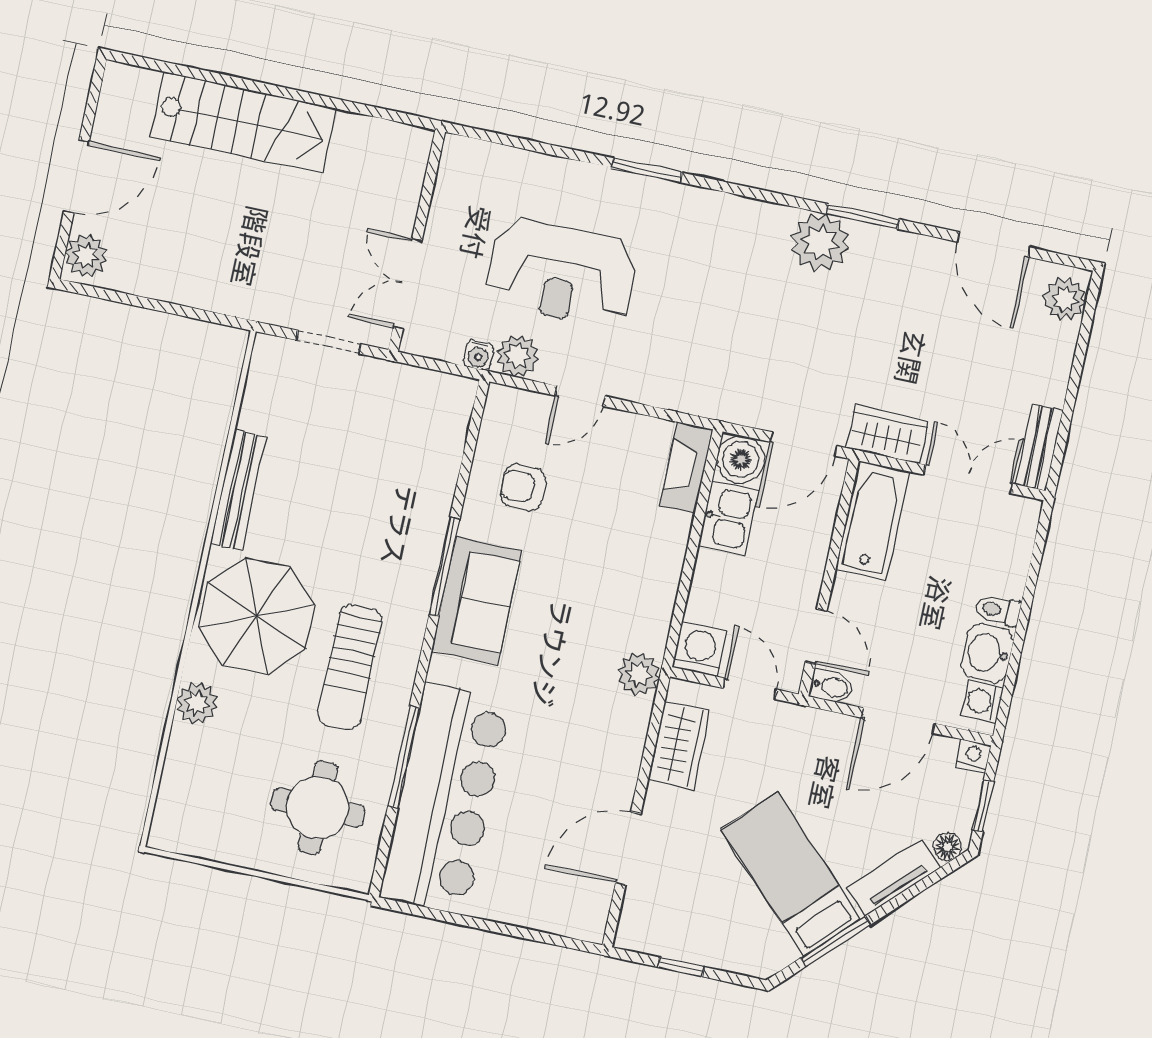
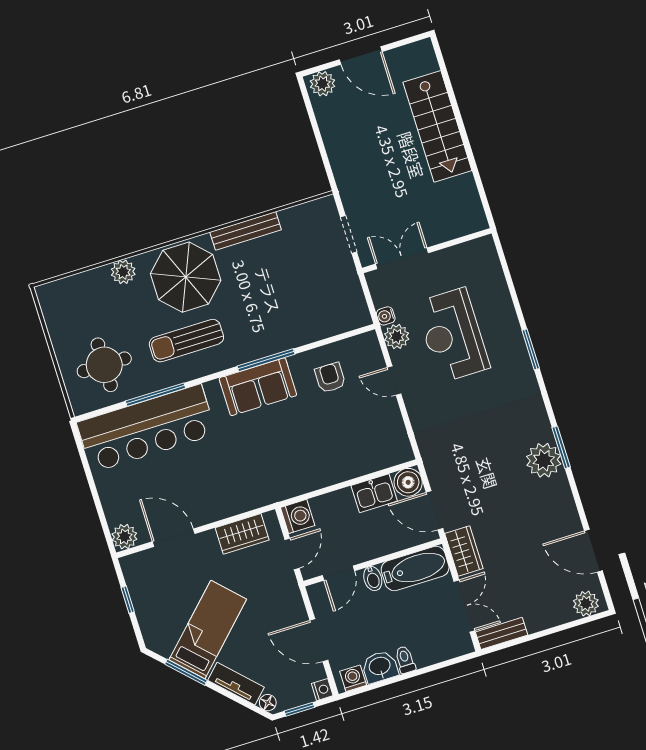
window: (863, 216) -> (561, 447), moved
door: (994, 245) -> (593, 551), hinge flipped
fireplace: (686, 468) -> (388, 456), removed
plant: (639, 674) -> (124, 537), moved
bidet: (832, 687) -> (373, 578), moved

